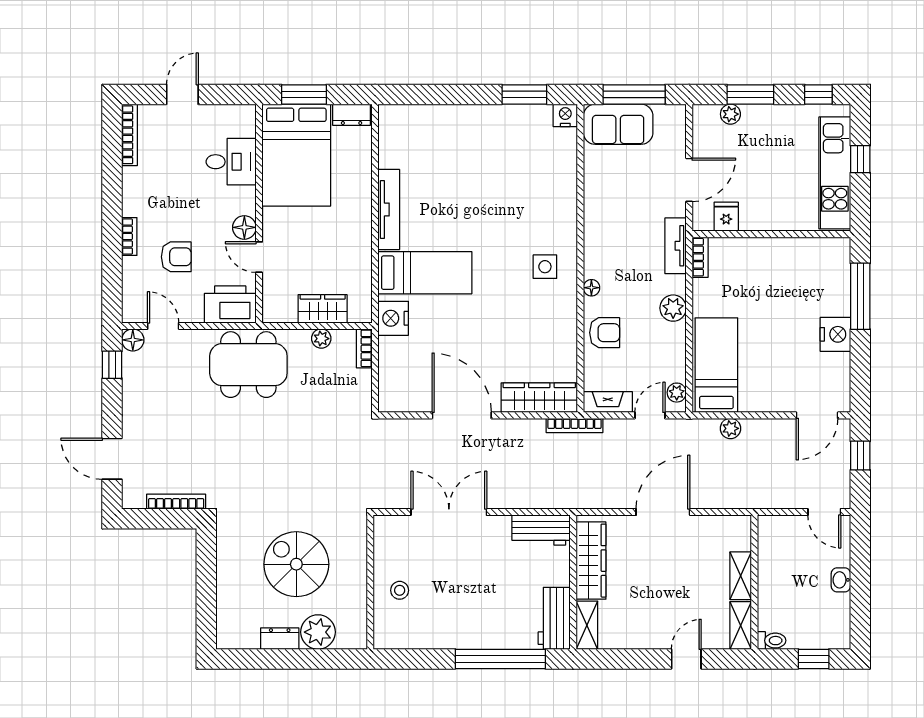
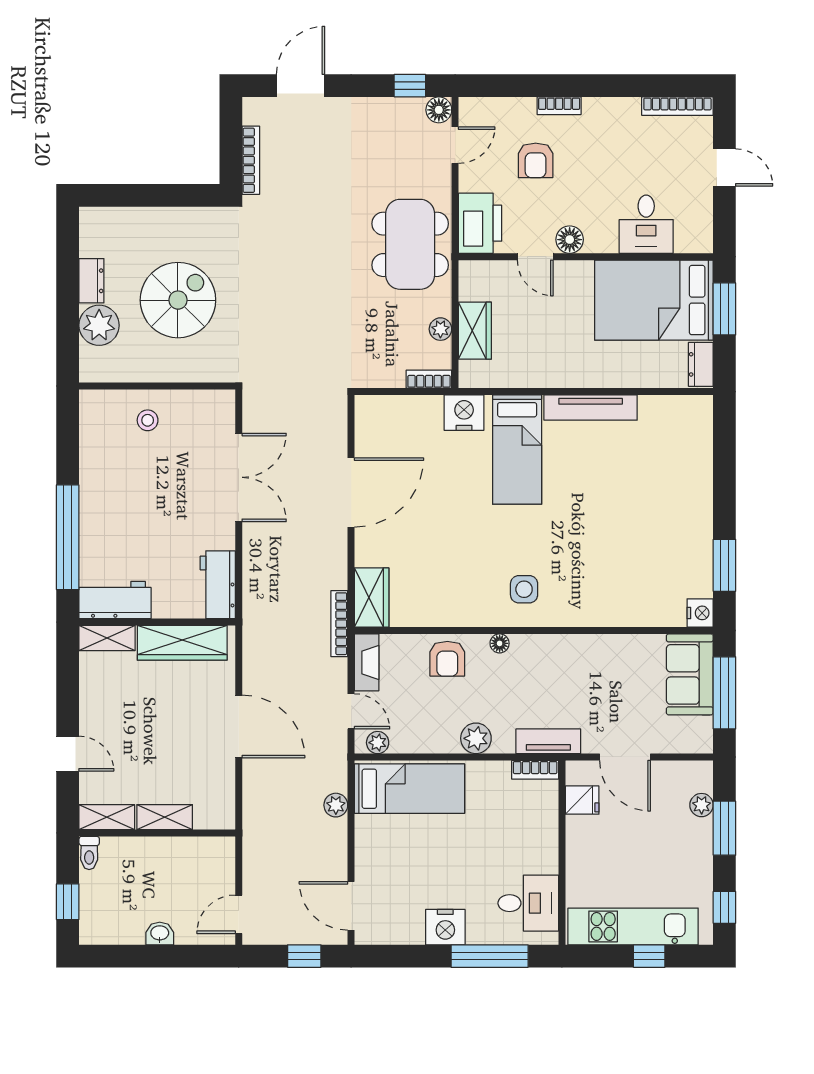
door: (259, 257) -> (535, 257), swing flipped
desk: (815, 263) -> (528, 903), added
wardrobe: (539, 398) -> (372, 597), width x0.67

